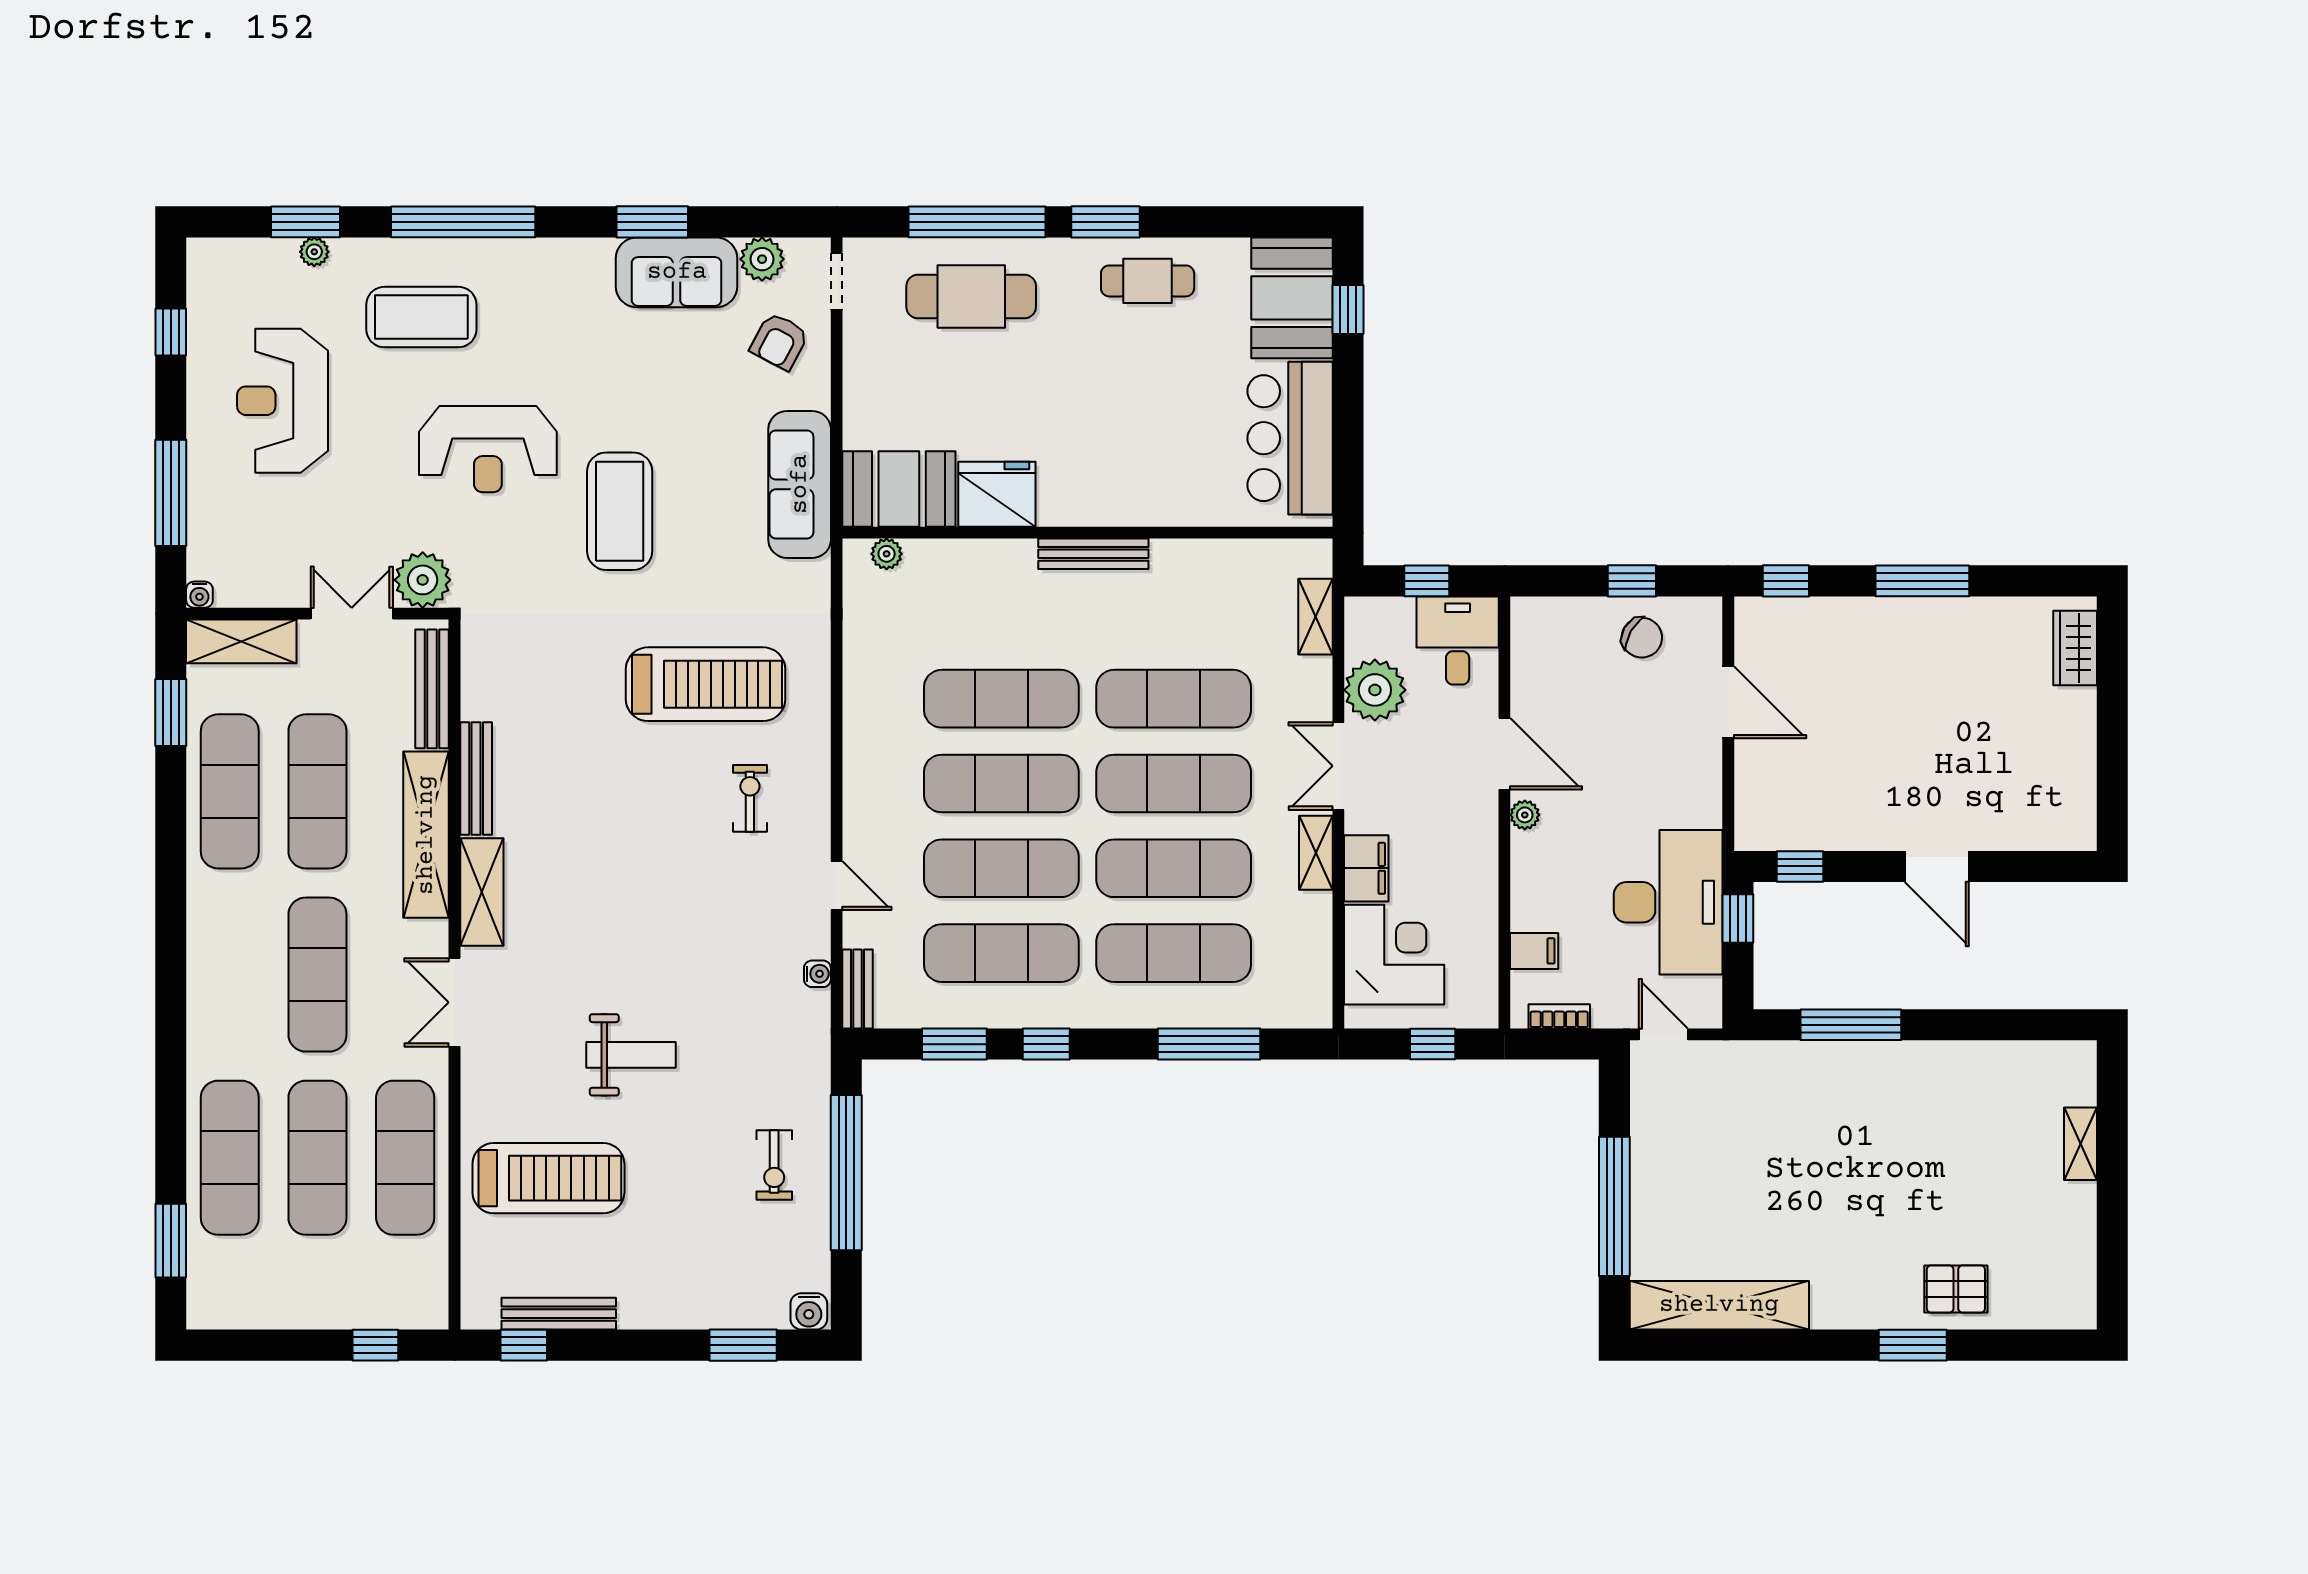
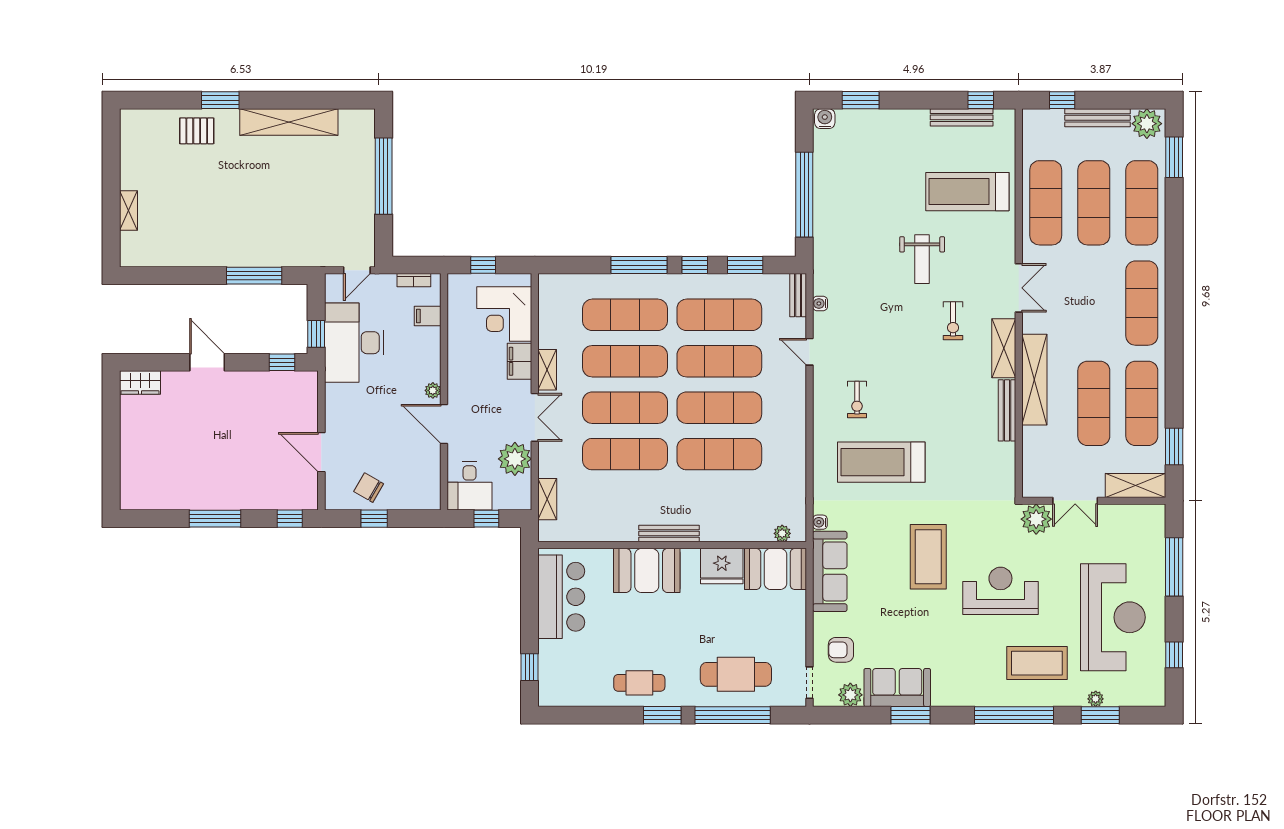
booth: (1292, 298) -> (647, 570), moved, turned 90
armchair: (779, 341) -> (841, 650), turned -118
reception desk: (283, 401) -> (1113, 617), width x1.36, depth x1.30
water cooler: (199, 595) -> (820, 522), moved, turned -90
wardrobe: (2075, 648) -> (140, 383), moved, turned 90
bench: (432, 689) -> (1098, 118), moved, turned 90
exercise mat: (317, 975) -> (1142, 303), moved
door: (1663, 1034) -> (357, 270), hinge flipped
window: (1209, 1044) -> (639, 265), moved
weight bench: (631, 1055) -> (922, 259), turned -90
exercise bike: (774, 1165) -> (953, 321), moved, turned 180
plant: (221, 1302) -> (1147, 124), added
shelving: (1719, 1305) -> (289, 122), moved

